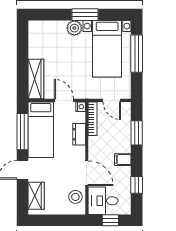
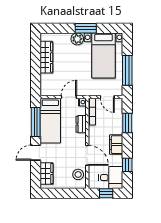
window: (137, 54) -> (127, 70), moved
wardrobe: (36, 79) -> (46, 57), moved
door: (64, 100) -> (69, 97), hinge flipped
filing cabinet: (123, 160) -> (116, 145), width x2.00
desk: (103, 201) -> (111, 178), moved, turned 180

